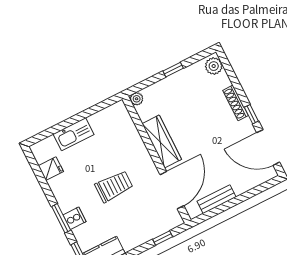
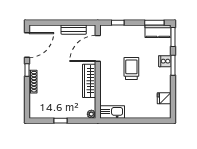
plant: (214, 66) -> (35, 110), removed
kitchen sink: (74, 134) -> (112, 112), moved
door: (268, 147) -> (27, 45), hinge flipped
trolley: (114, 186) -> (131, 68), turned 90

